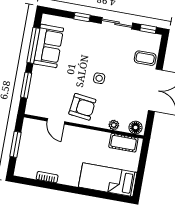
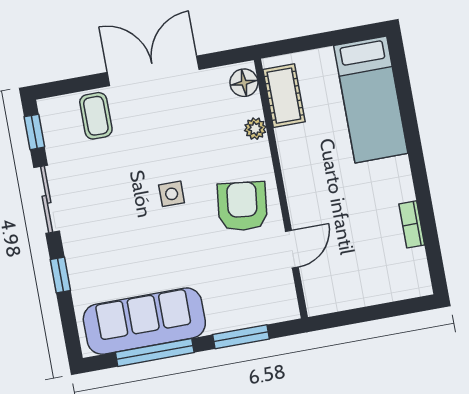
sofa: (49, 46) -> (144, 321), width x1.36
window: (15, 144) -> (369, 313), removed

